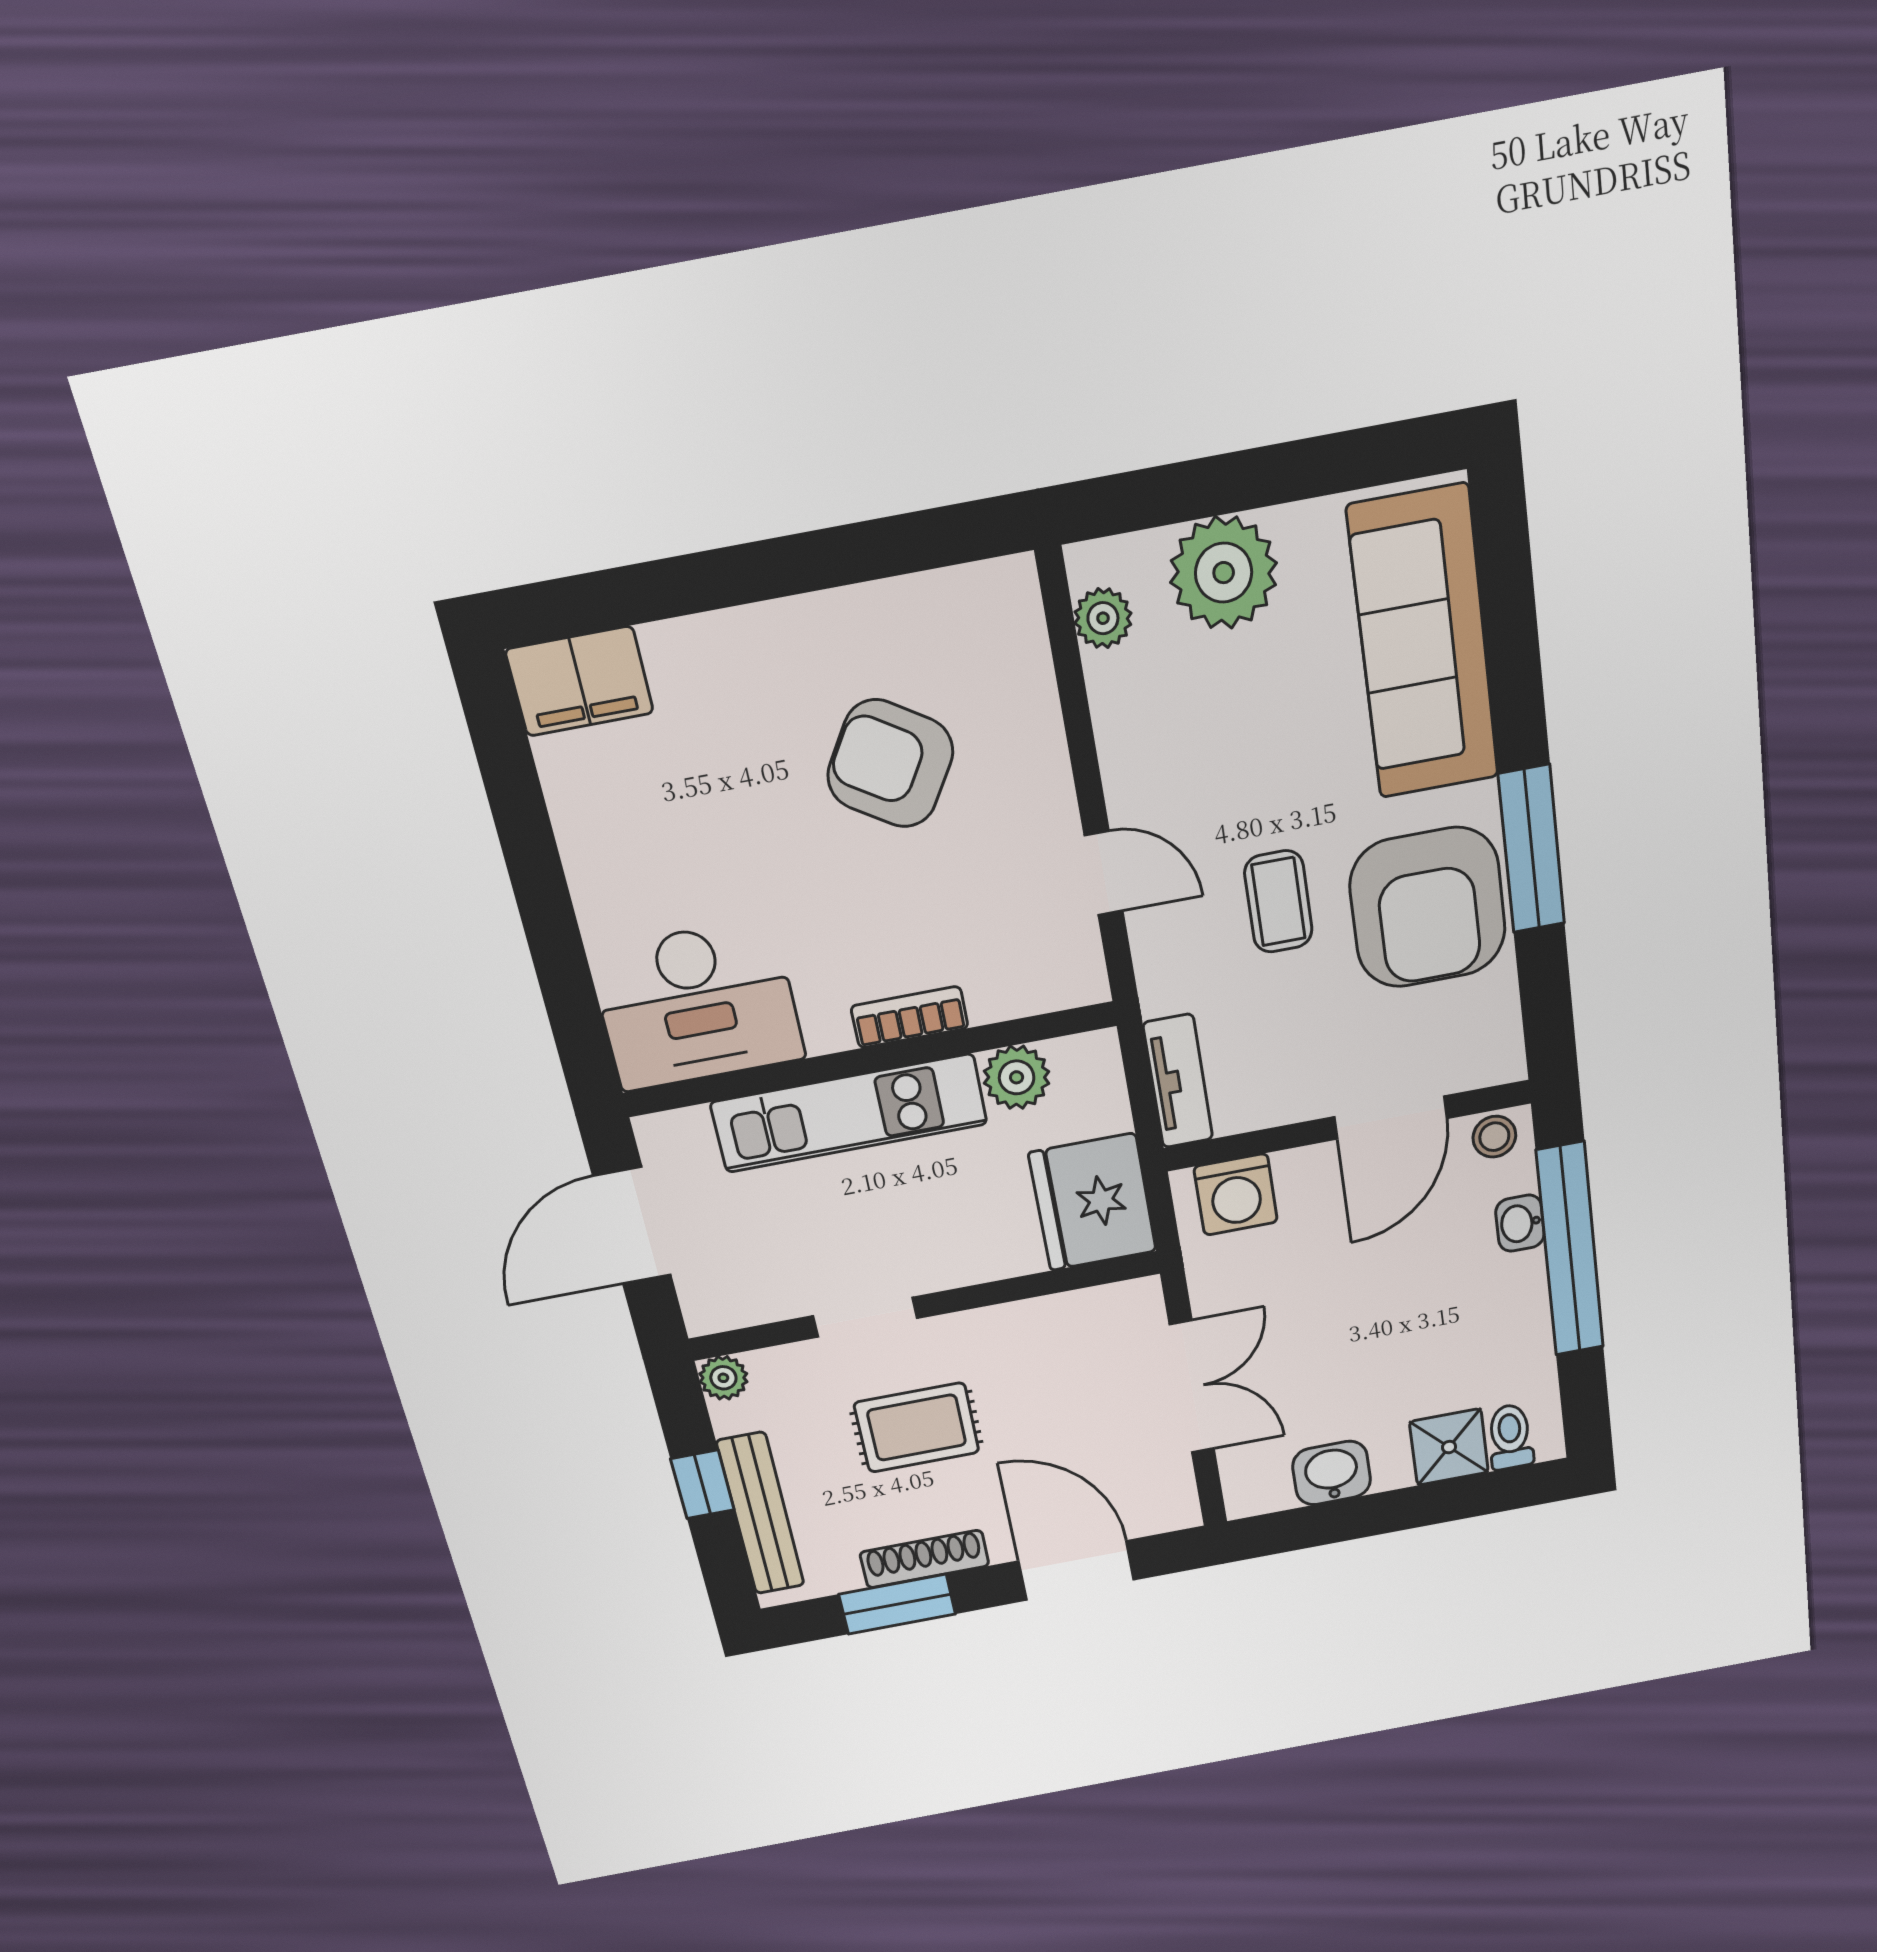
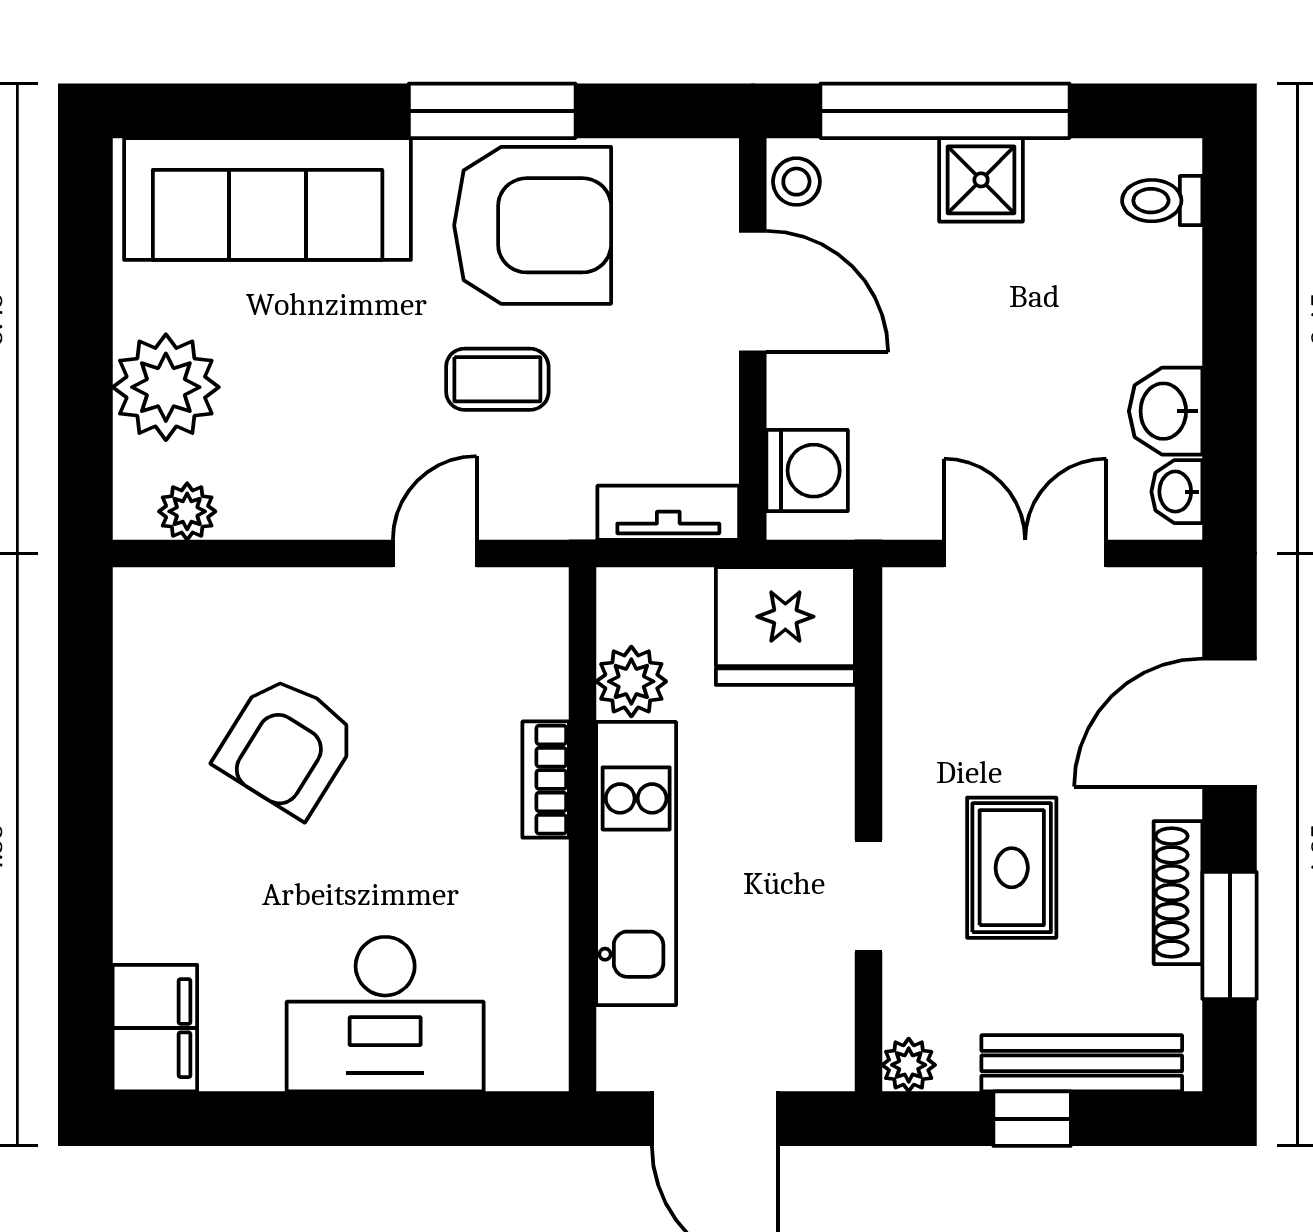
desk: (697, 1005) -> (385, 1014), moved, turned 90
washbasin: (1520, 1223) -> (1177, 492), moved, turned 90
shower: (1449, 1447) -> (981, 180), moved

